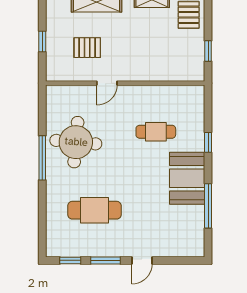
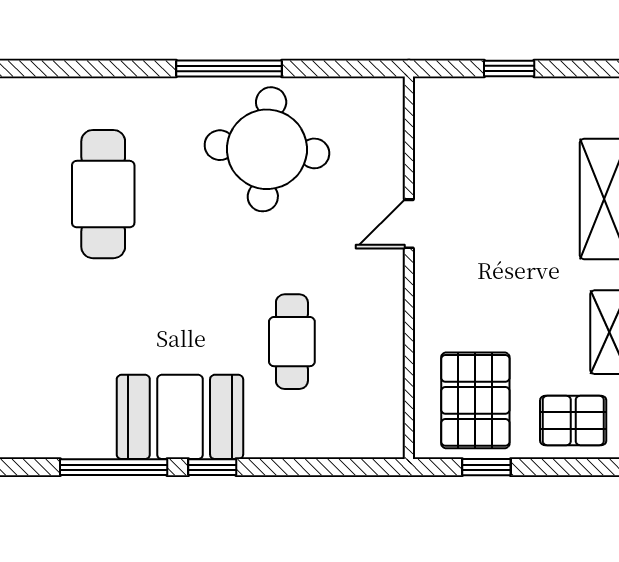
pallet: (87, 48) -> (475, 400), moved, width x1.50, depth x1.42
door: (107, 83) -> (409, 224), hinge flipped
window: (208, 142) -> (212, 467), moved

